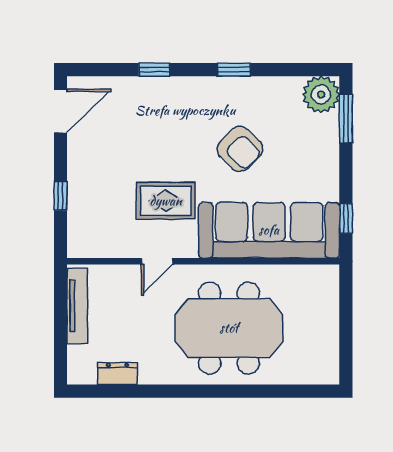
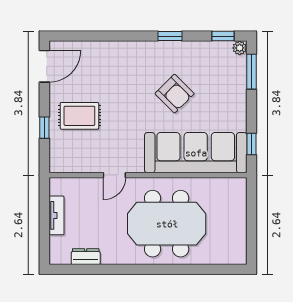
window: (154, 70) -> (223, 36), moved
plant: (321, 94) -> (240, 48), width x0.53, depth x0.53
rug: (166, 201) -> (79, 116), moved
tv unit: (77, 306) -> (56, 215), width x0.71

